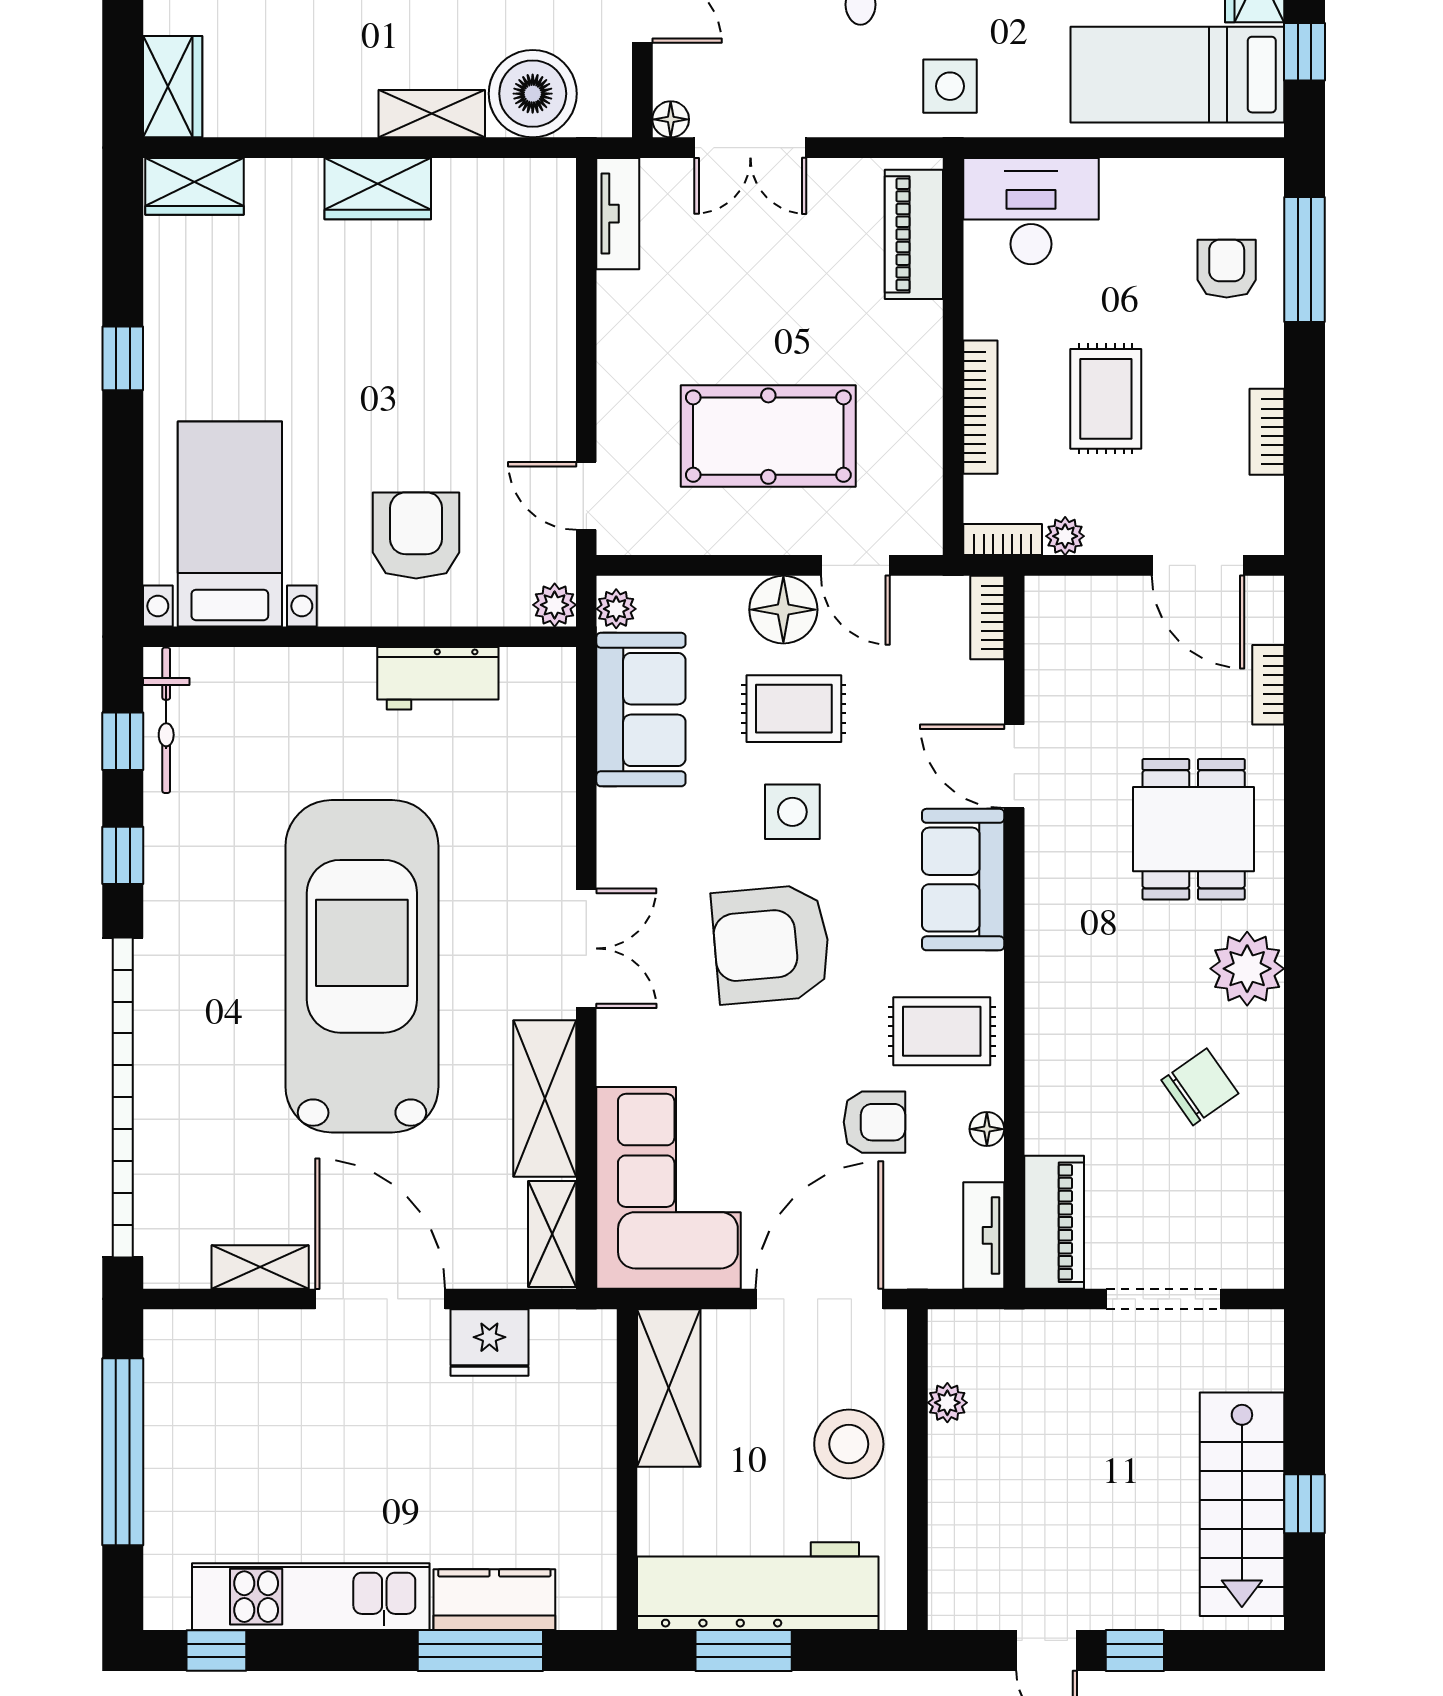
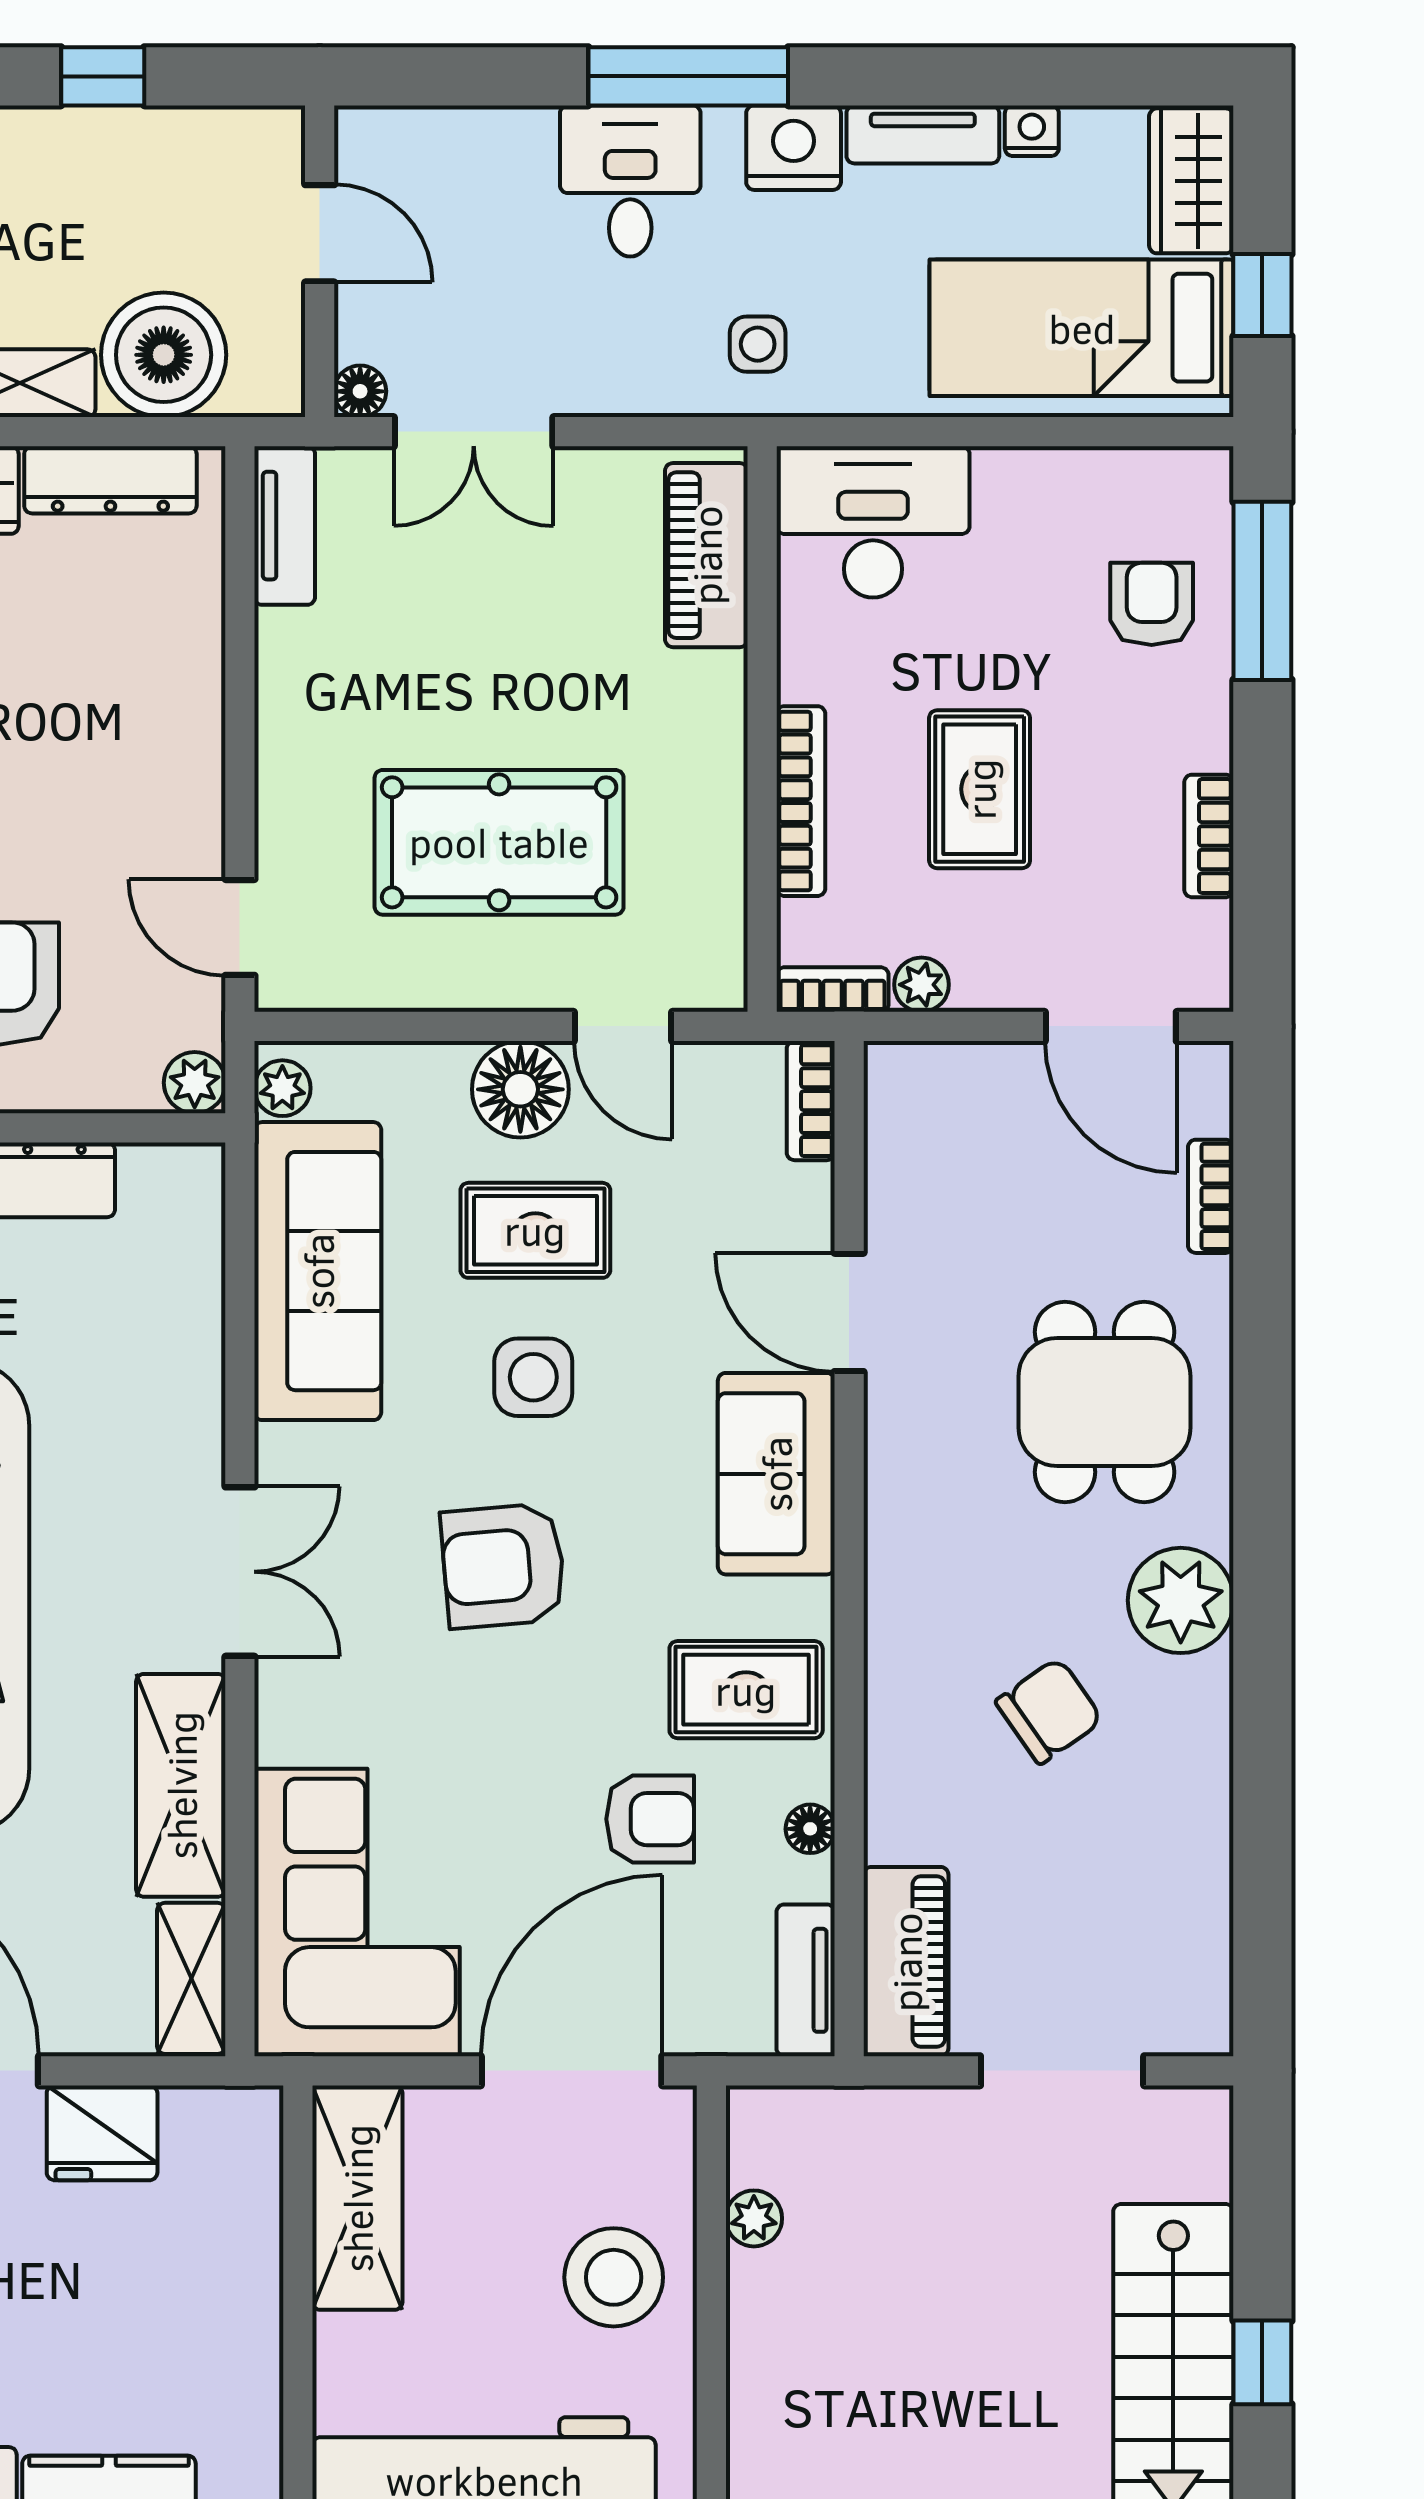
side table: (950, 86) -> (758, 344), width x0.73, depth x0.73
dresser: (495, 182) -> (110, 480), added
sofa: (641, 710) -> (318, 1271), width x1.36
armchair: (771, 944) -> (503, 1566), width x0.73, depth x0.73
chair: (1200, 1087) -> (1049, 1711), moved

